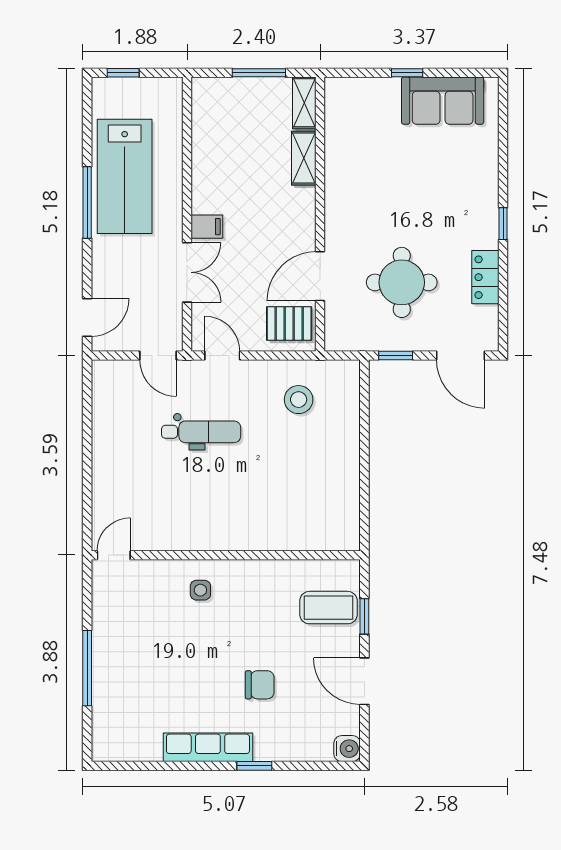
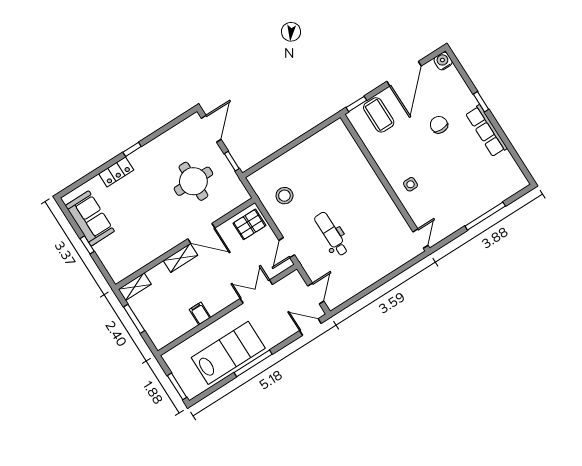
window: (123, 73) -> (177, 386), width x1.50
shelving: (304, 158) -> (181, 258), moved
filing cabinet: (207, 227) -> (200, 313), moved
door: (320, 276) -> (201, 233), moved
locker: (485, 277) -> (116, 172), moved
pallet: (289, 323) -> (249, 224), turned 90
door: (158, 356) -> (316, 294), moved
door: (114, 555) -> (420, 239), swing flipped
window: (364, 616) -> (356, 104), moved
door: (364, 681) -> (404, 74), width x1.36

